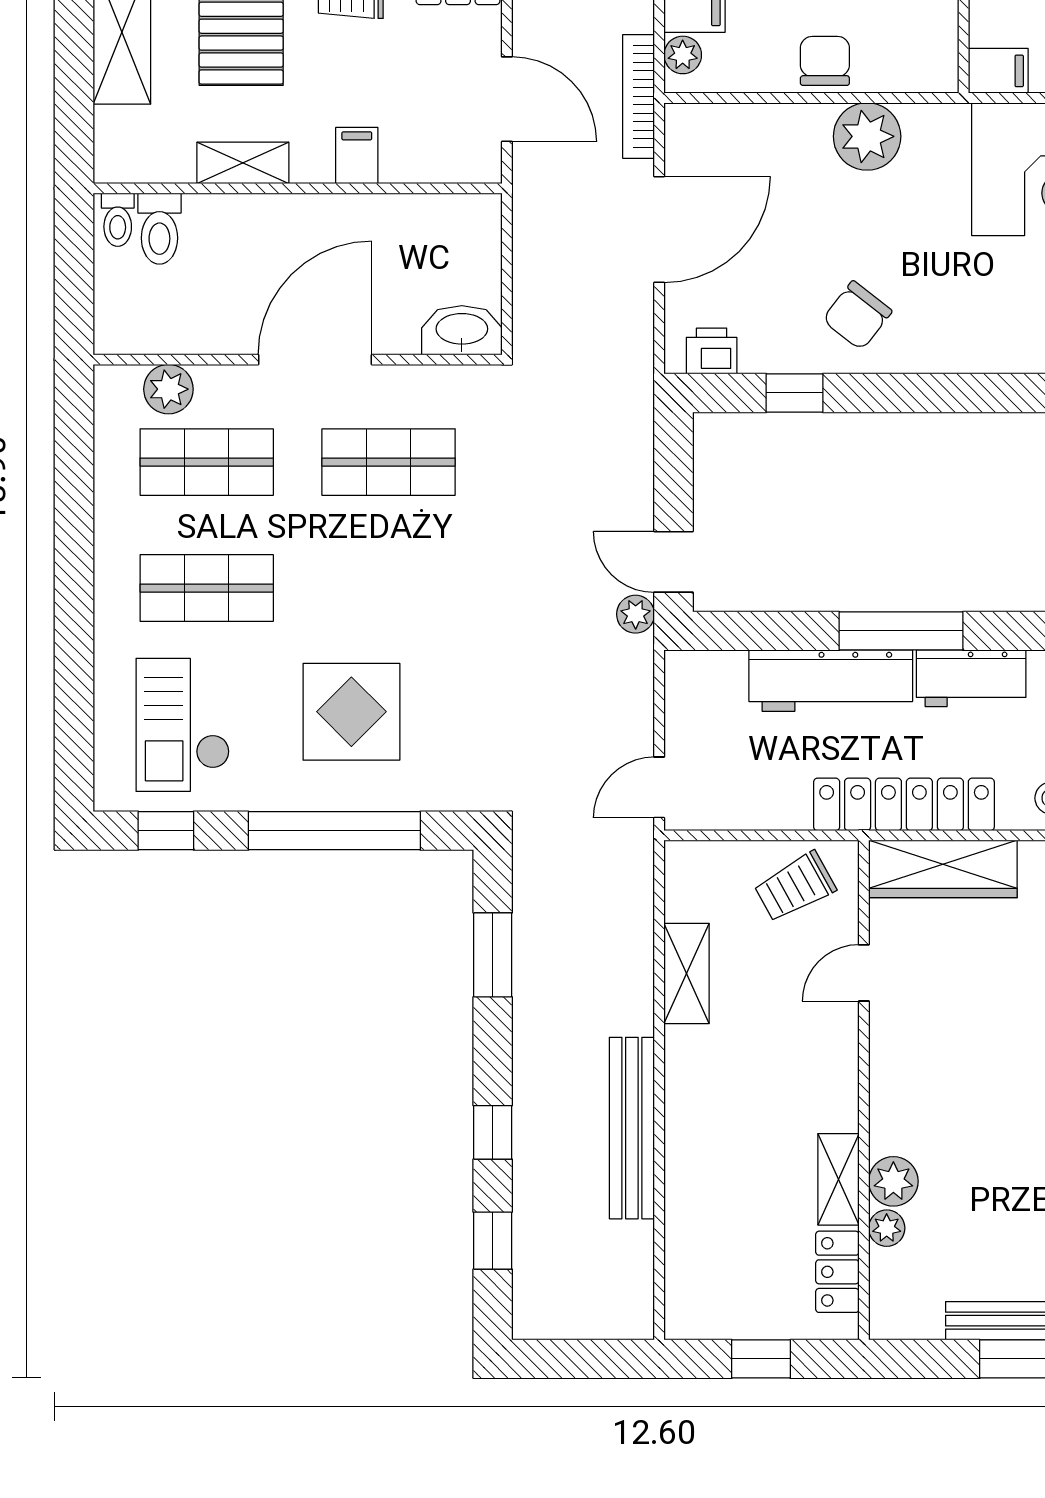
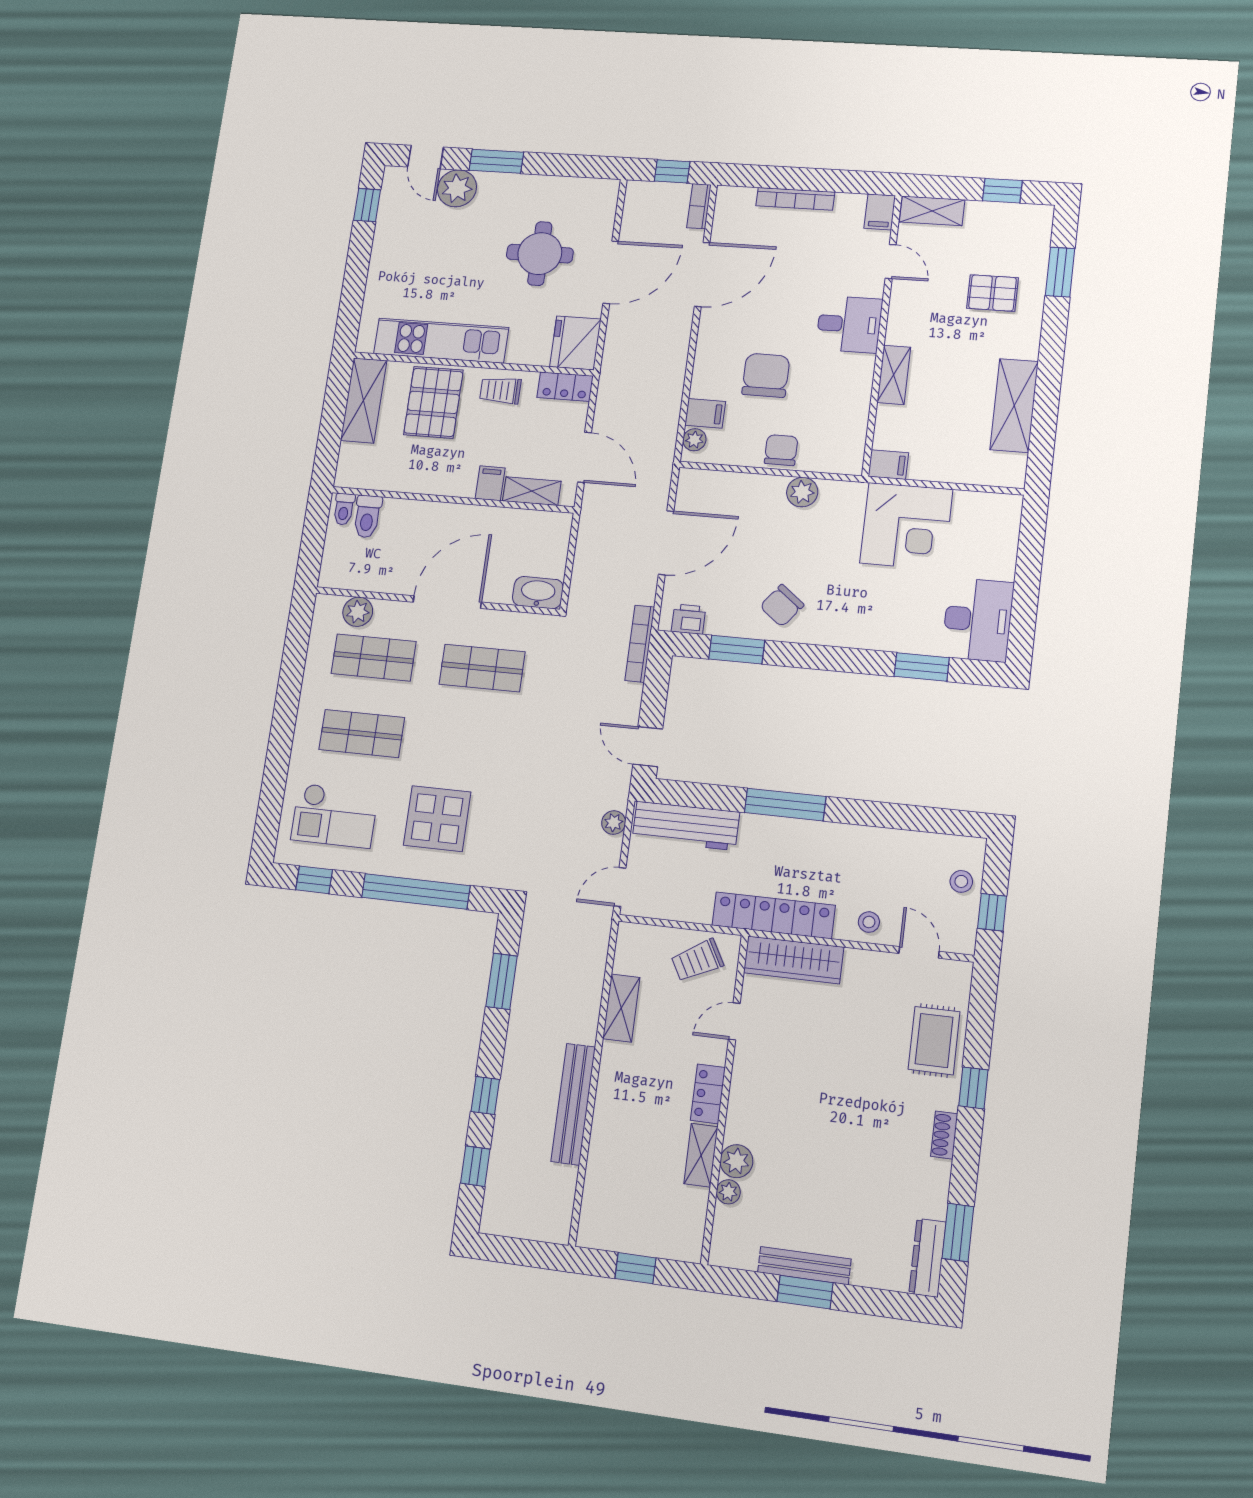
bookcase: (639, 96) -> (640, 644), moved
plant: (867, 136) -> (802, 492), width x0.73, depth x0.73
shelving: (243, 163) -> (532, 491), moved
window: (795, 393) -> (737, 650), width x1.50
plant: (636, 614) -> (614, 823), moved
workbench: (971, 678) -> (826, 839), removed
workbench: (831, 681) -> (686, 826), moved
checkout: (183, 725) -> (334, 816), turned -90
locker: (837, 1272) -> (708, 1094), moved

